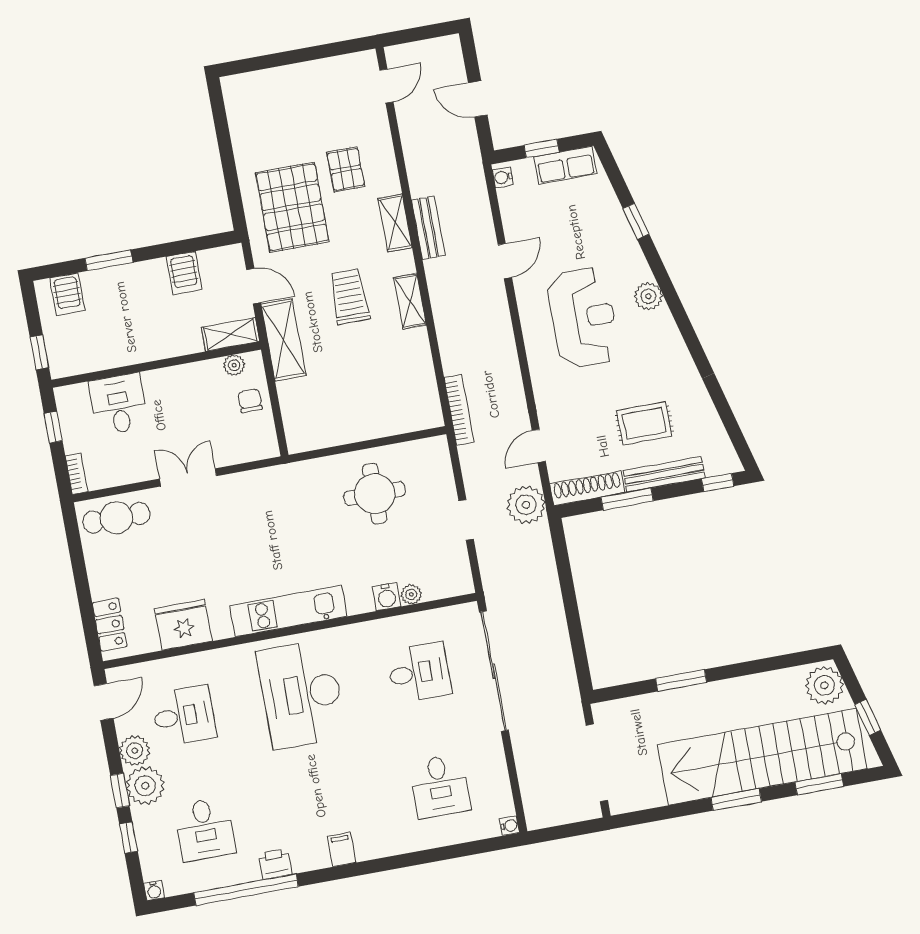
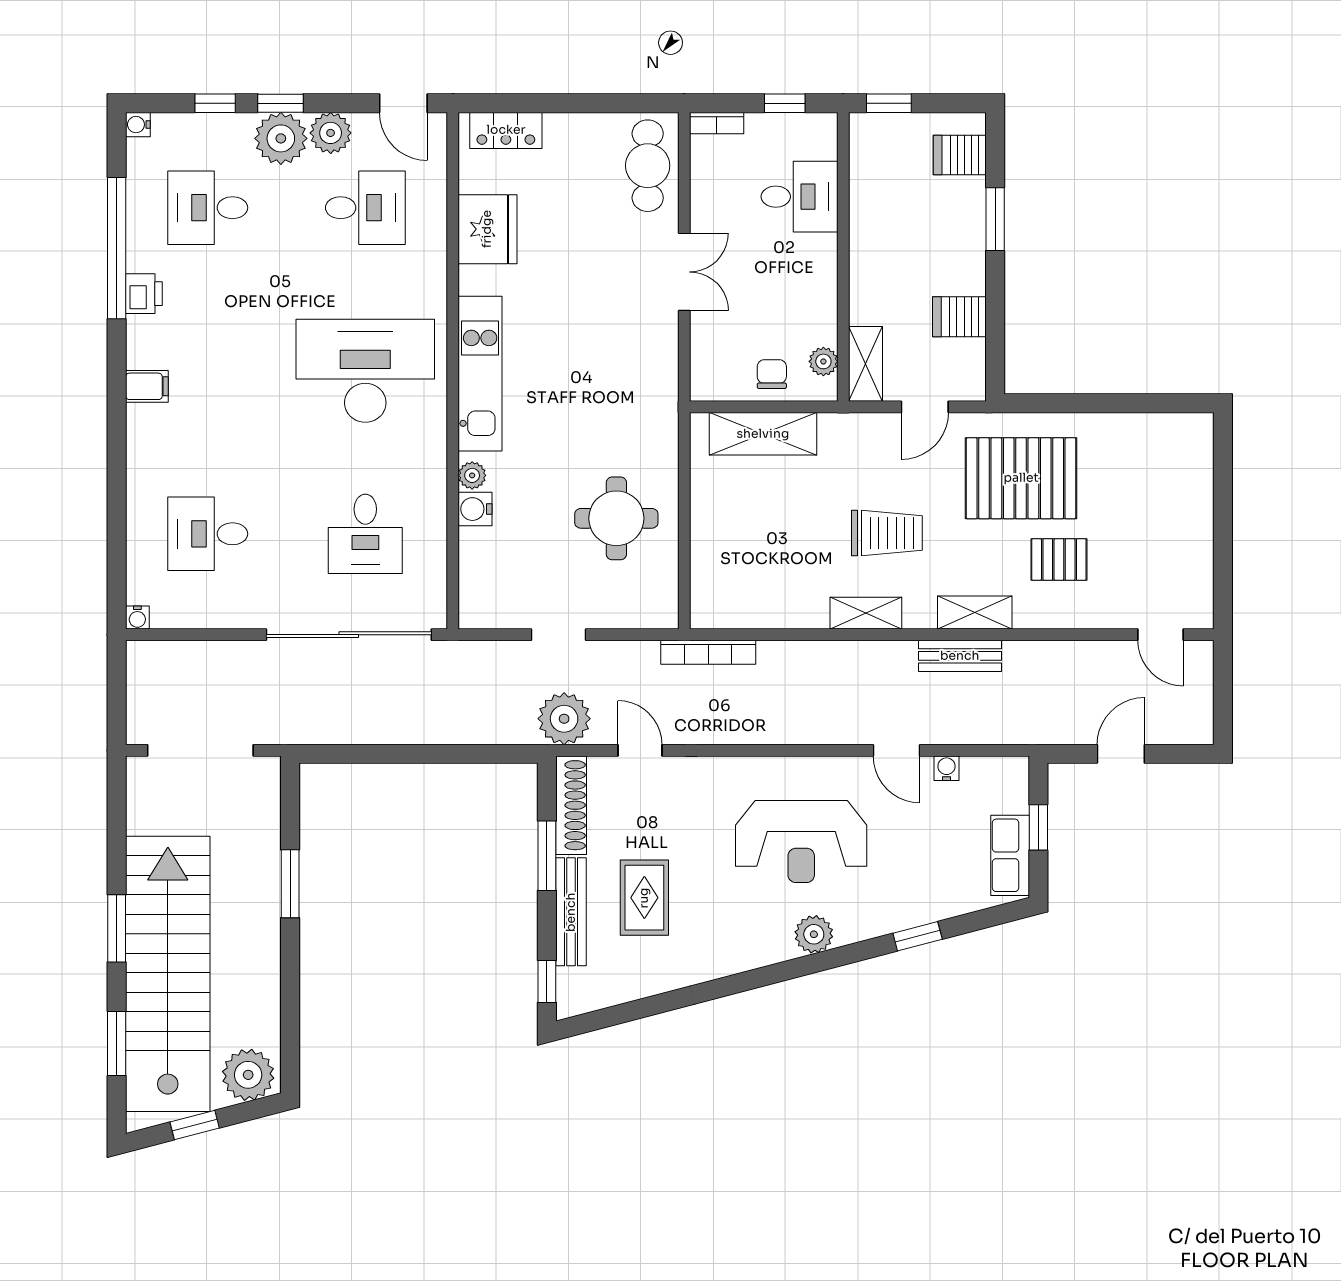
water cooler: (503, 177) -> (947, 768), moved
shelving: (283, 340) -> (763, 434), moved
chair: (250, 401) -> (772, 374), turned -90
plant: (411, 594) -> (472, 475), moved
desk: (184, 716) -> (365, 208), turned -90

